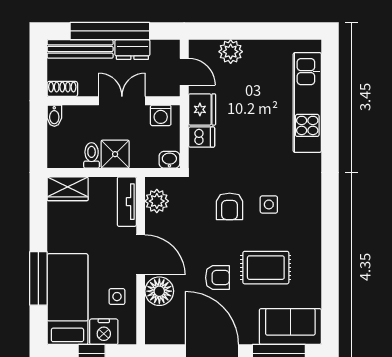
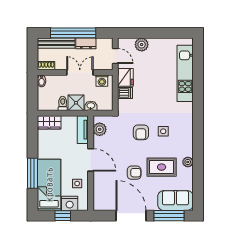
washbasin: (169, 160) -> (91, 106), moved
plant: (312, 259) -> (188, 162), added
floor lamp: (159, 291) -> (101, 180), removed

